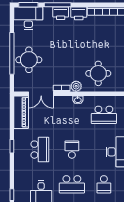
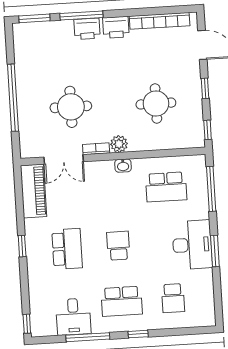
desk: (28, 18) -> (36, 40), removed
round table: (29, 60) -> (71, 107), moved
round table: (98, 73) -> (156, 104), moved

